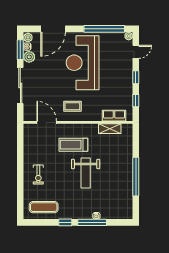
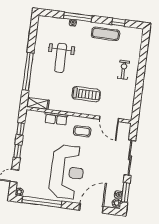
plant: (29, 57) -> (118, 184), removed
row of seats: (114, 116) -> (56, 119), moved
shelving: (110, 129) -> (38, 104), moved
weight bench: (86, 173) -> (61, 58), moved, turned 180
window: (136, 177) -> (28, 72), moved
exercise mat: (44, 207) -> (106, 34), moved
window: (65, 222) -> (119, 22), moved

